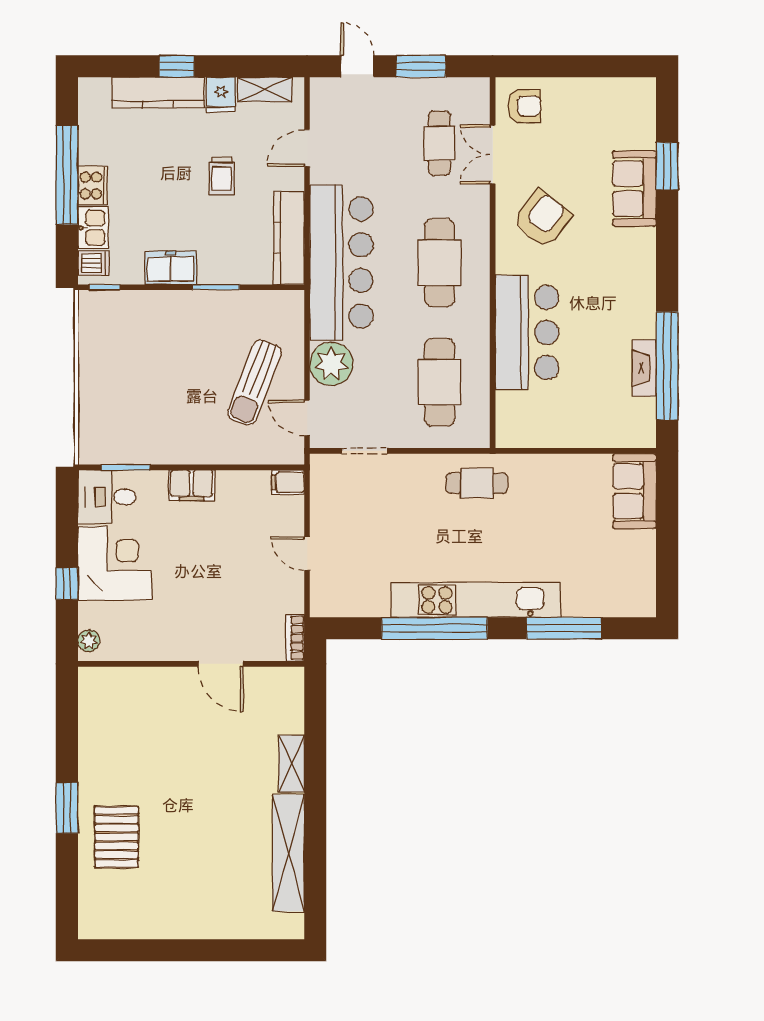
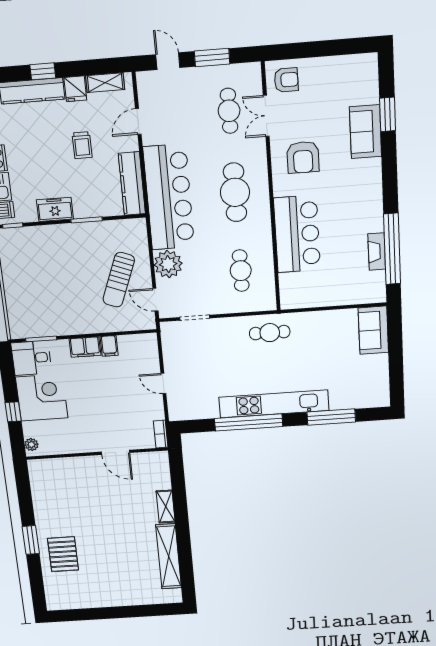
armchair: (542, 219) -> (303, 157), turned 143
cafe table: (439, 382) -> (241, 271), width x0.73, depth x0.74
filing cabinet: (288, 482) -> (109, 346), moved, turned -90

